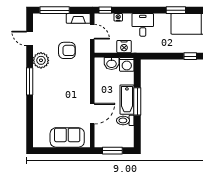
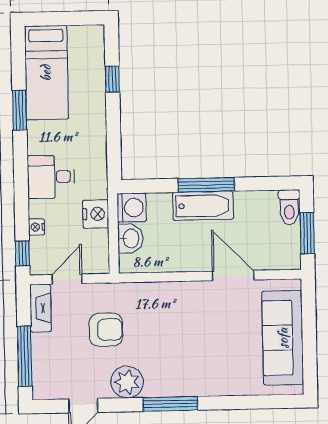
armchair: (67, 50) -> (106, 330), turned 90
toilet: (125, 120) -> (289, 207), moved
sofa: (67, 137) -> (283, 338), width x1.36

